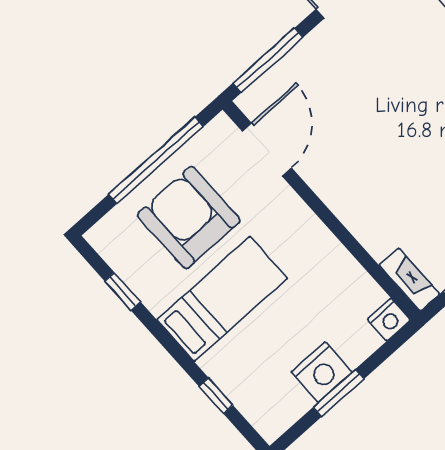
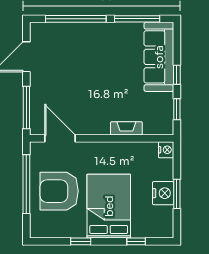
fireplace: (409, 280) -> (126, 128), moved
window: (123, 291) -> (81, 241), moved
bed: (222, 299) -> (109, 206), width x1.50

